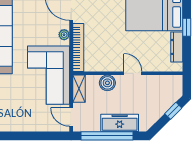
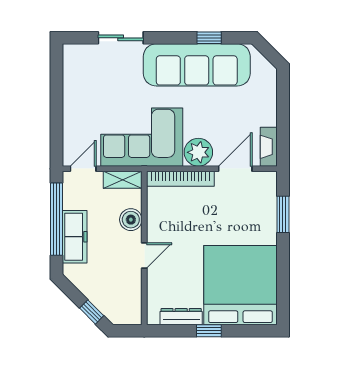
plant: (64, 35) -> (198, 152), width x1.88, depth x1.88

